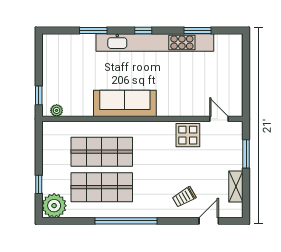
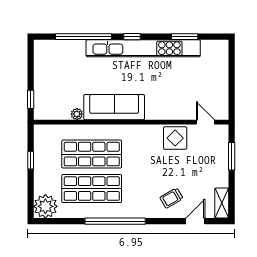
window: (93, 31) -> (84, 37), width x2.11
plant: (57, 110) -> (77, 114), moved
window: (39, 184) -> (31, 160), moved
shelving: (236, 186) -> (222, 203), moved

